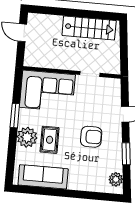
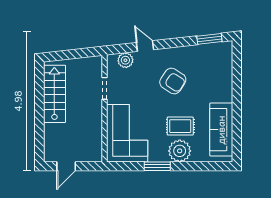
armchair: (91, 137) -> (173, 81), turned 123
window: (126, 154) -> (209, 39), moved
plant: (116, 179) -> (125, 60), moved

